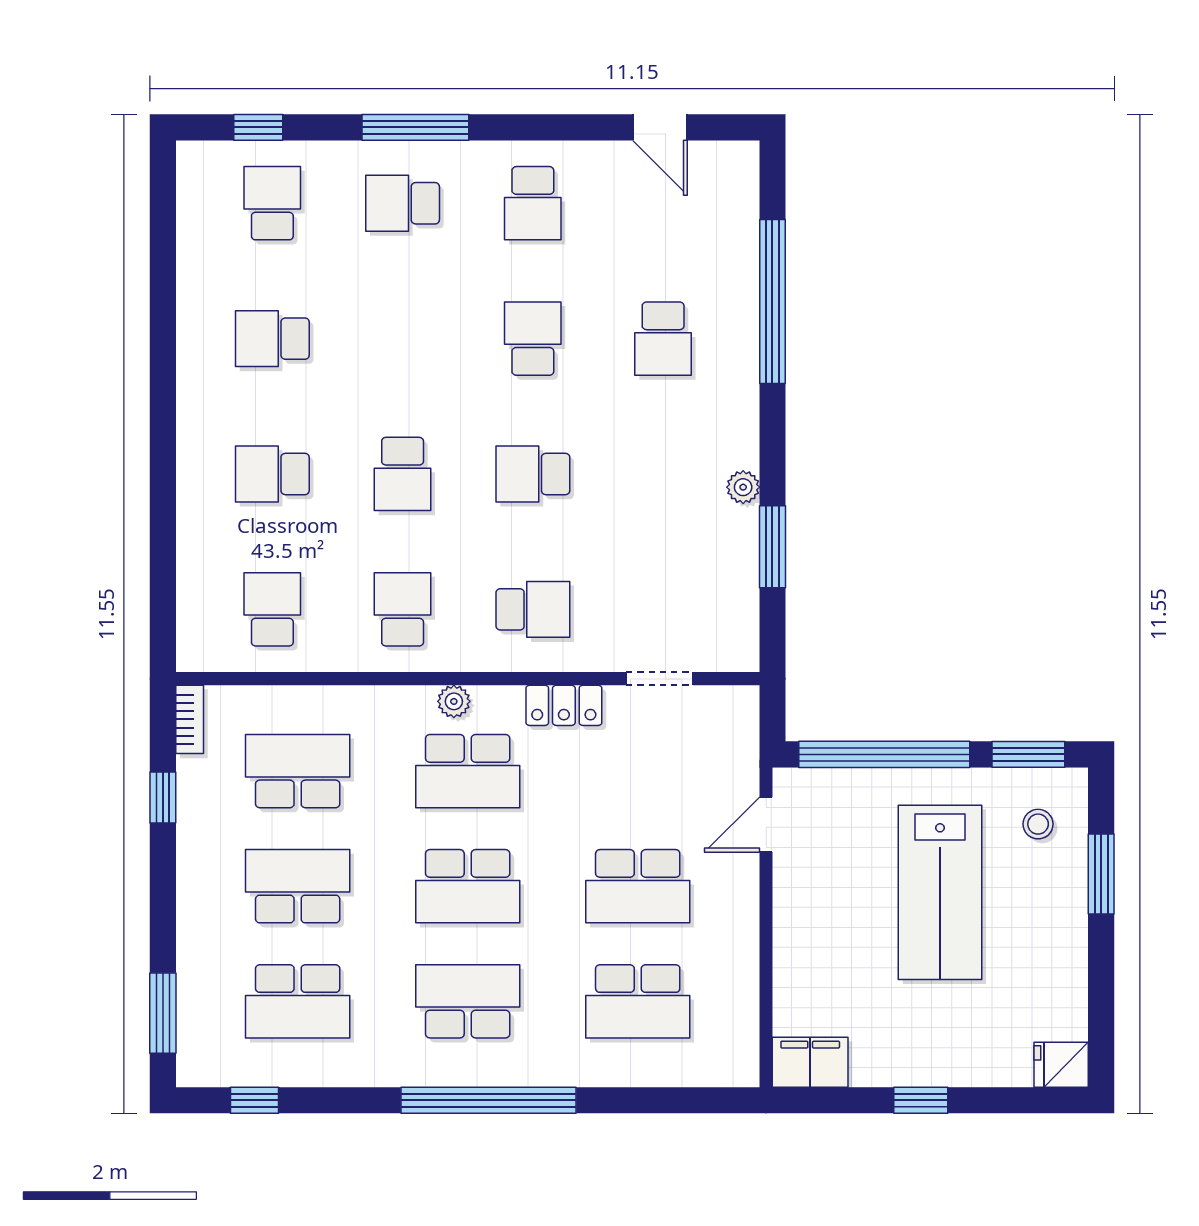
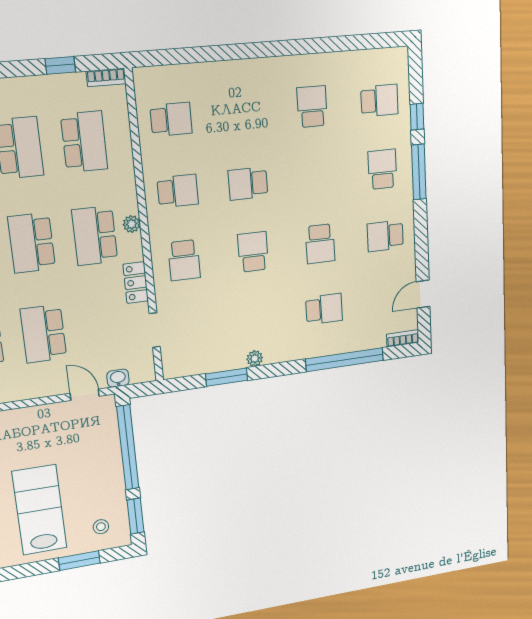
window: (258, 127) -> (417, 117), moved
bookcase: (746, 175) -> (403, 338), added
school desk: (533, 339) -> (320, 244), turned 90
school desk: (663, 339) -> (324, 309), turned 180
school desk: (272, 474) -> (243, 113), removed
washbasin: (743, 758) -> (118, 378), added
lab bench: (940, 892) -> (40, 510), moved, turned 90

